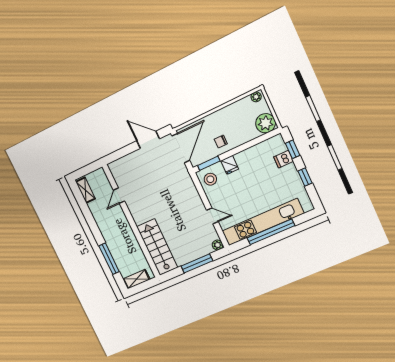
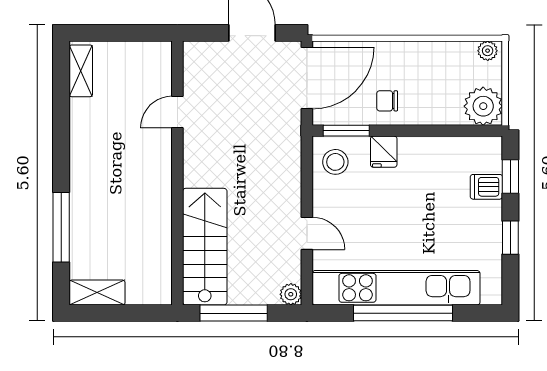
door: (119, 196) -> (177, 112), moved
wall: (131, 221) -> (177, 173), moved
stairs: (157, 247) -> (205, 247), moved

